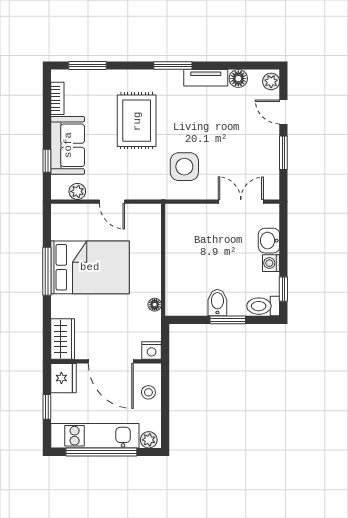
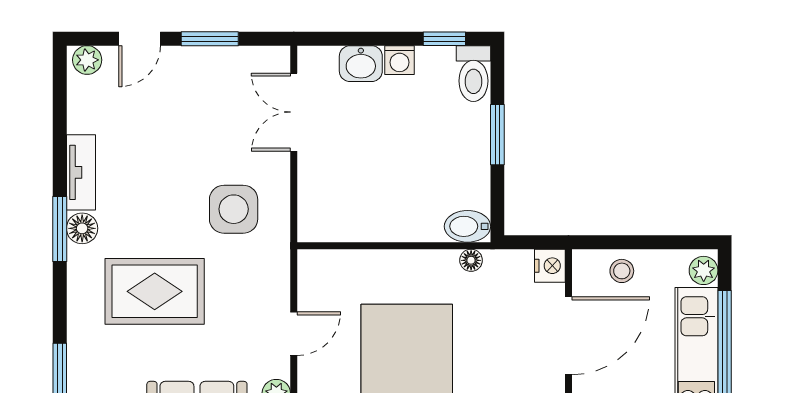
floor lamp: (238, 79) -> (82, 228), moved
bidet: (217, 303) -> (467, 226), moved

